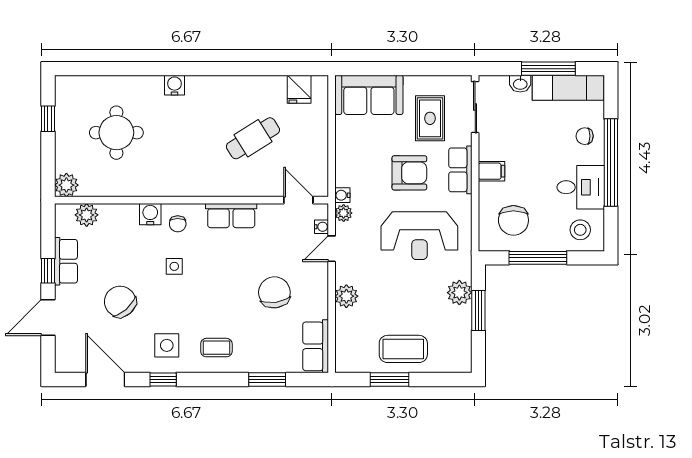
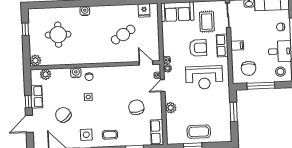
row of seats: (231, 216) -> (114, 72), removed
plant: (459, 293) -> (224, 104), removed

